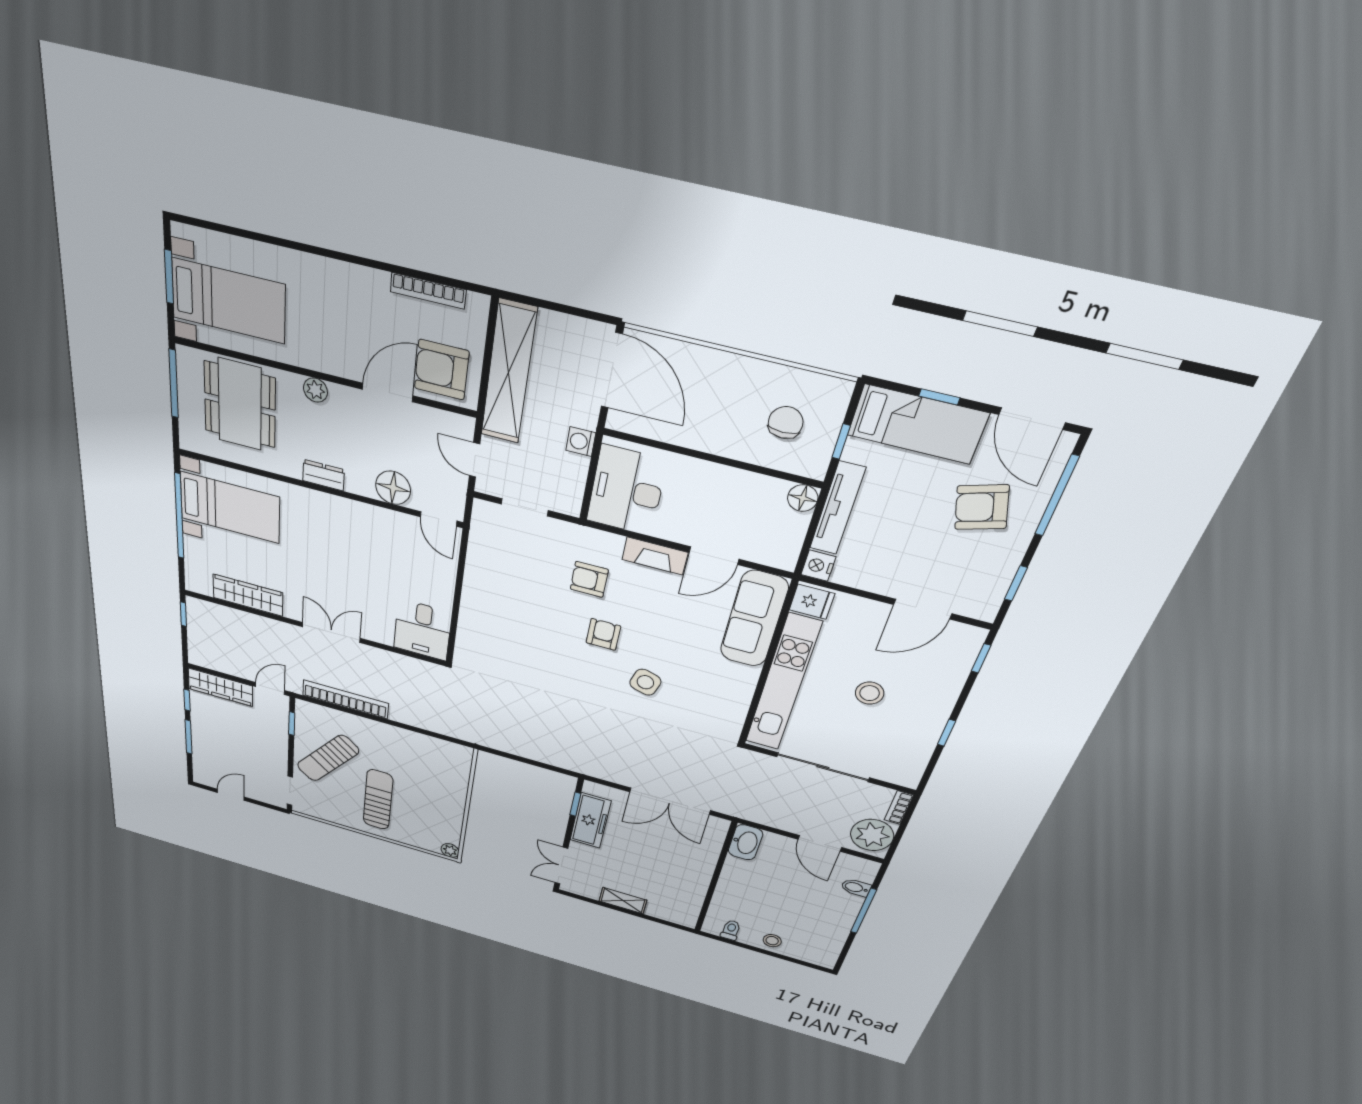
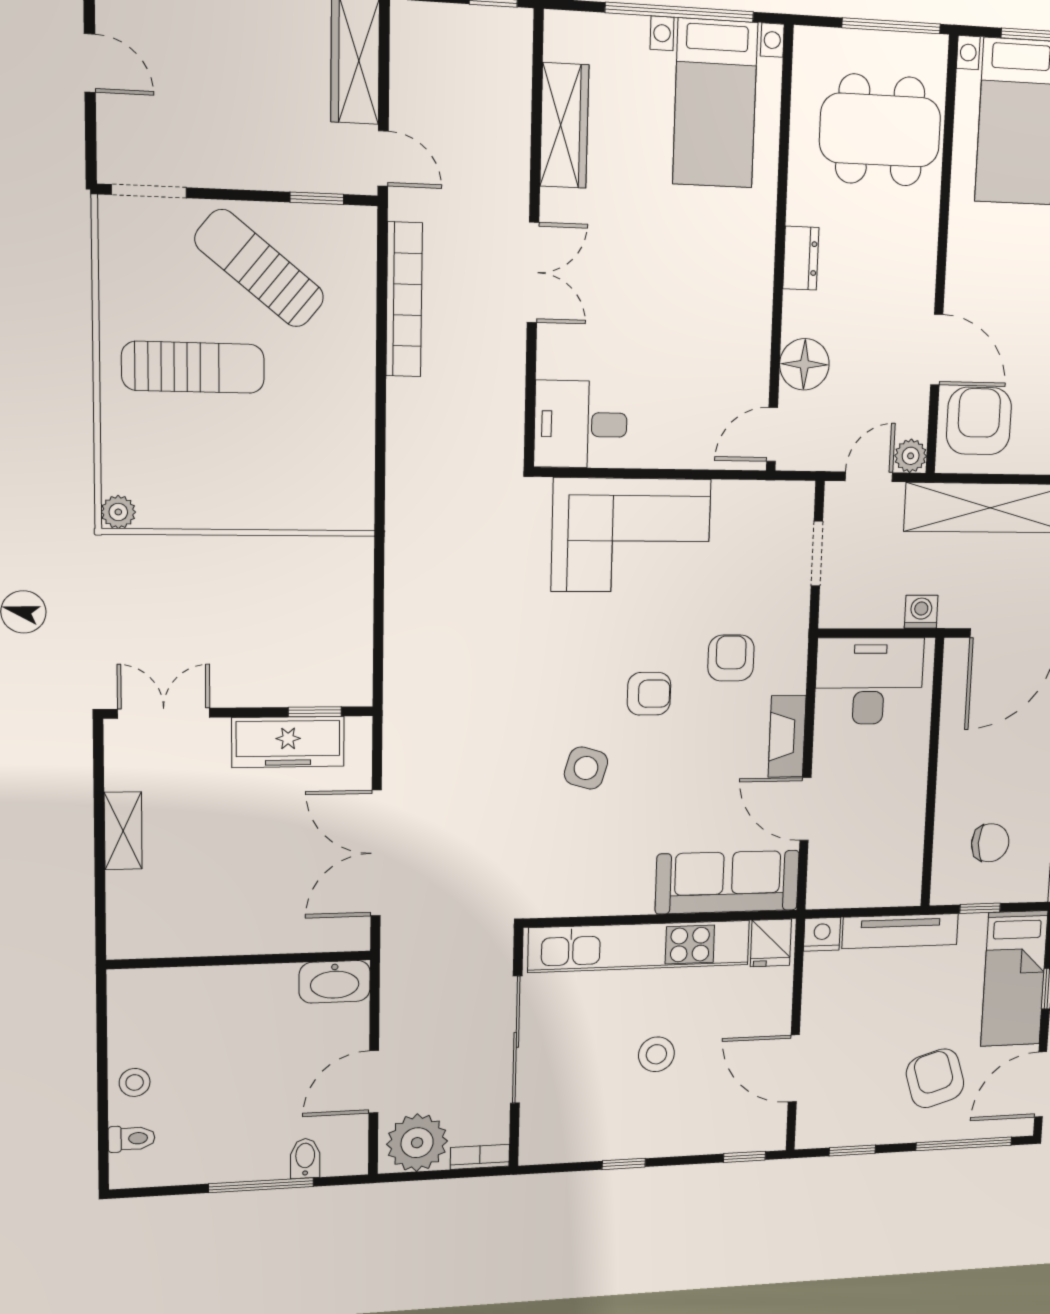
plant: (315, 390) -> (911, 456), moved
floor lamp: (803, 498) -> (905, 889), removed
corner sofa: (495, 619) -> (631, 535), added
toilet: (731, 930) -> (132, 1139), moved

